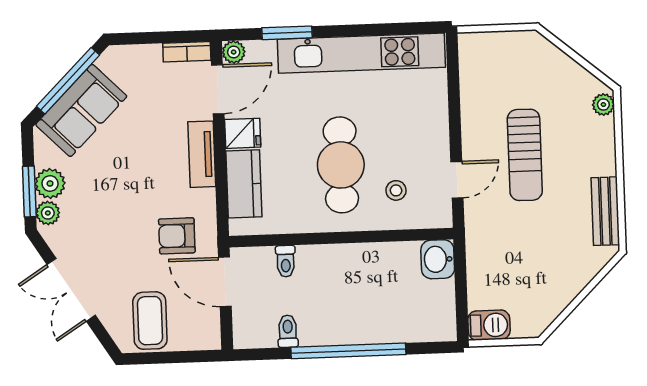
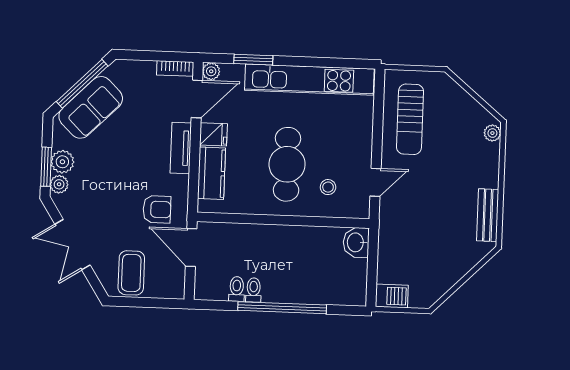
sun lounger: (525, 155) -> (410, 119), moved
armchair: (177, 236) -> (157, 209), turned 180
toilet: (286, 261) -> (254, 290), moved, turned 180

